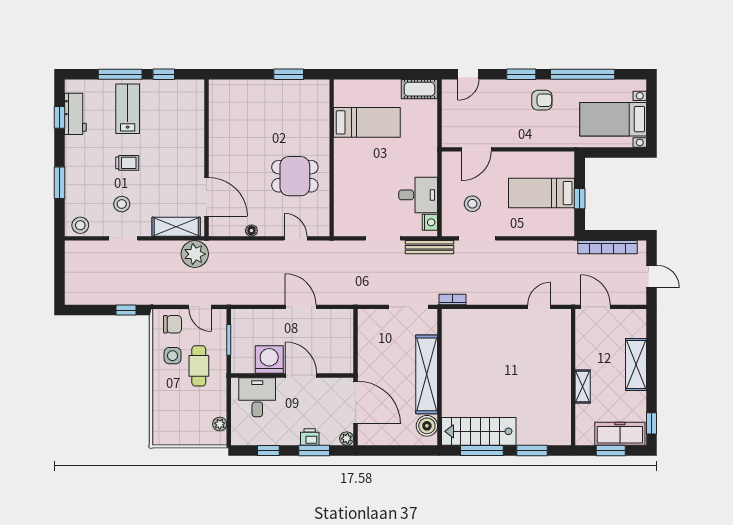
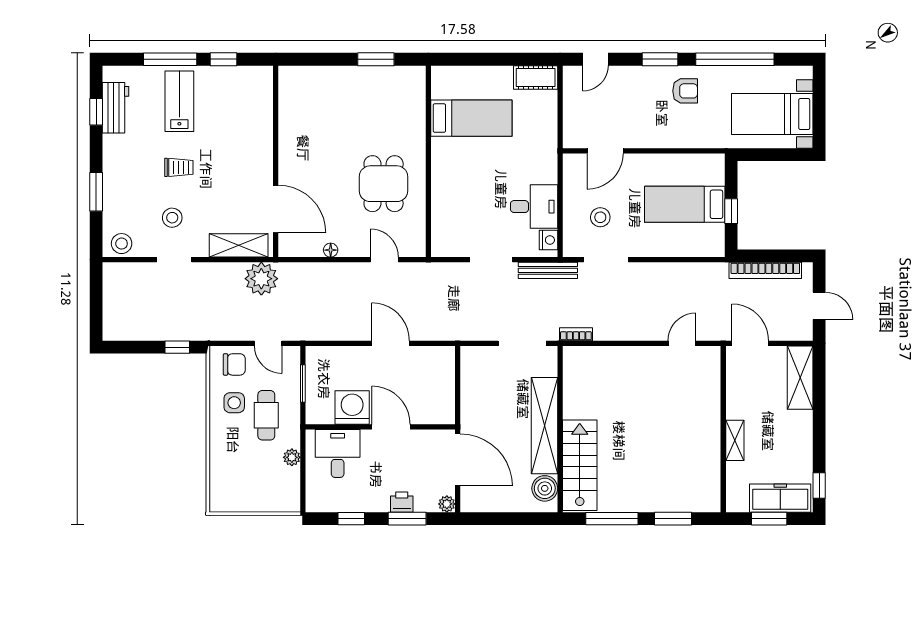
dining table: (295, 176) -> (384, 184), turned 90
shelving: (636, 365) -> (800, 378), moved
plant: (220, 424) -> (292, 457), moved
stairs: (479, 431) -> (580, 465), moved, turned 90

